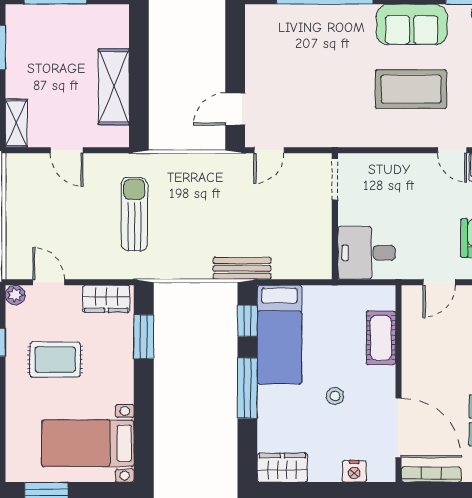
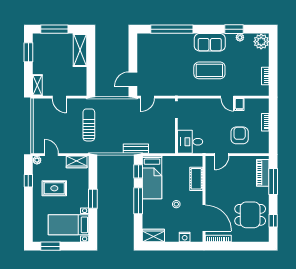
shelving: (114, 87) -> (80, 50), moved
window: (144, 337) -> (93, 199), moved

